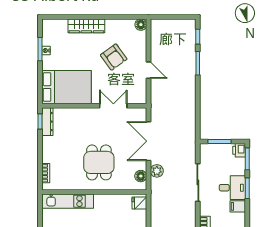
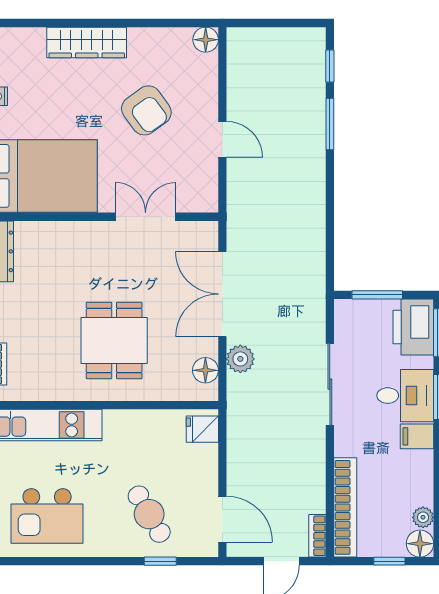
printer: (239, 150) -> (413, 327), width x1.87, depth x1.48

